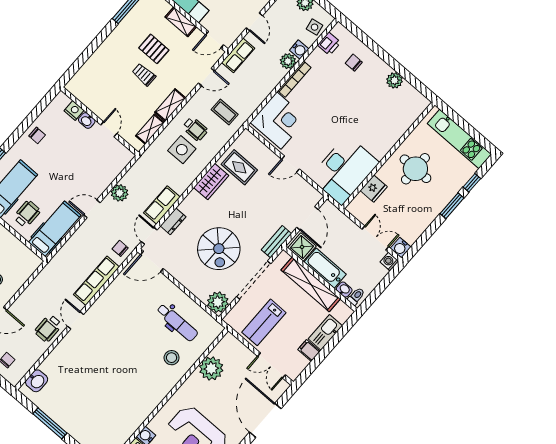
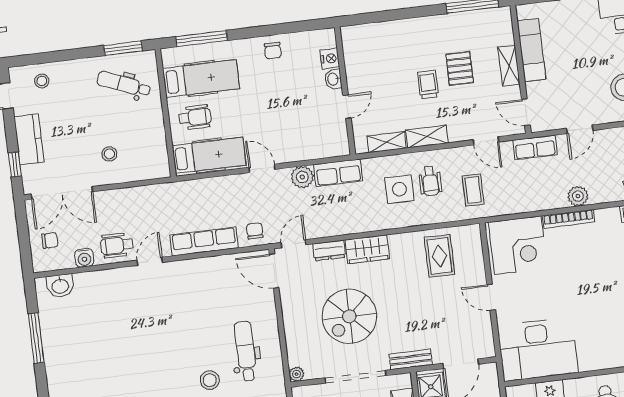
water cooler: (299, 50) -> (84, 258), moved
wardrobe: (211, 182) -> (367, 249), moved
row of seats: (162, 205) -> (338, 173), moved, turned 180
plant: (218, 302) -> (297, 374), width x0.53, depth x0.53
dental chair: (177, 322) -> (246, 351), turned 180

